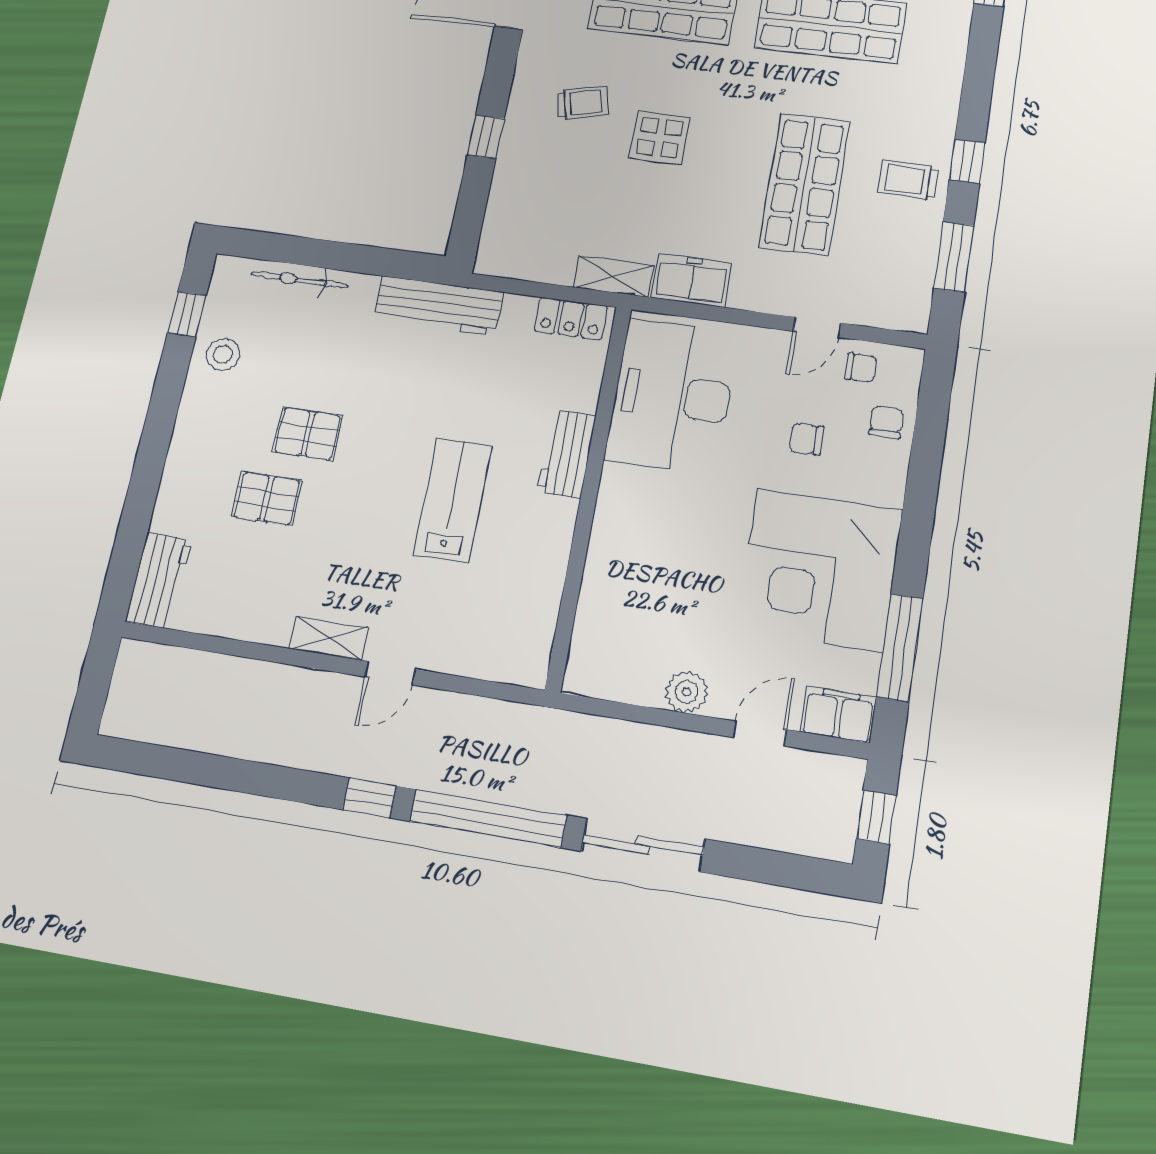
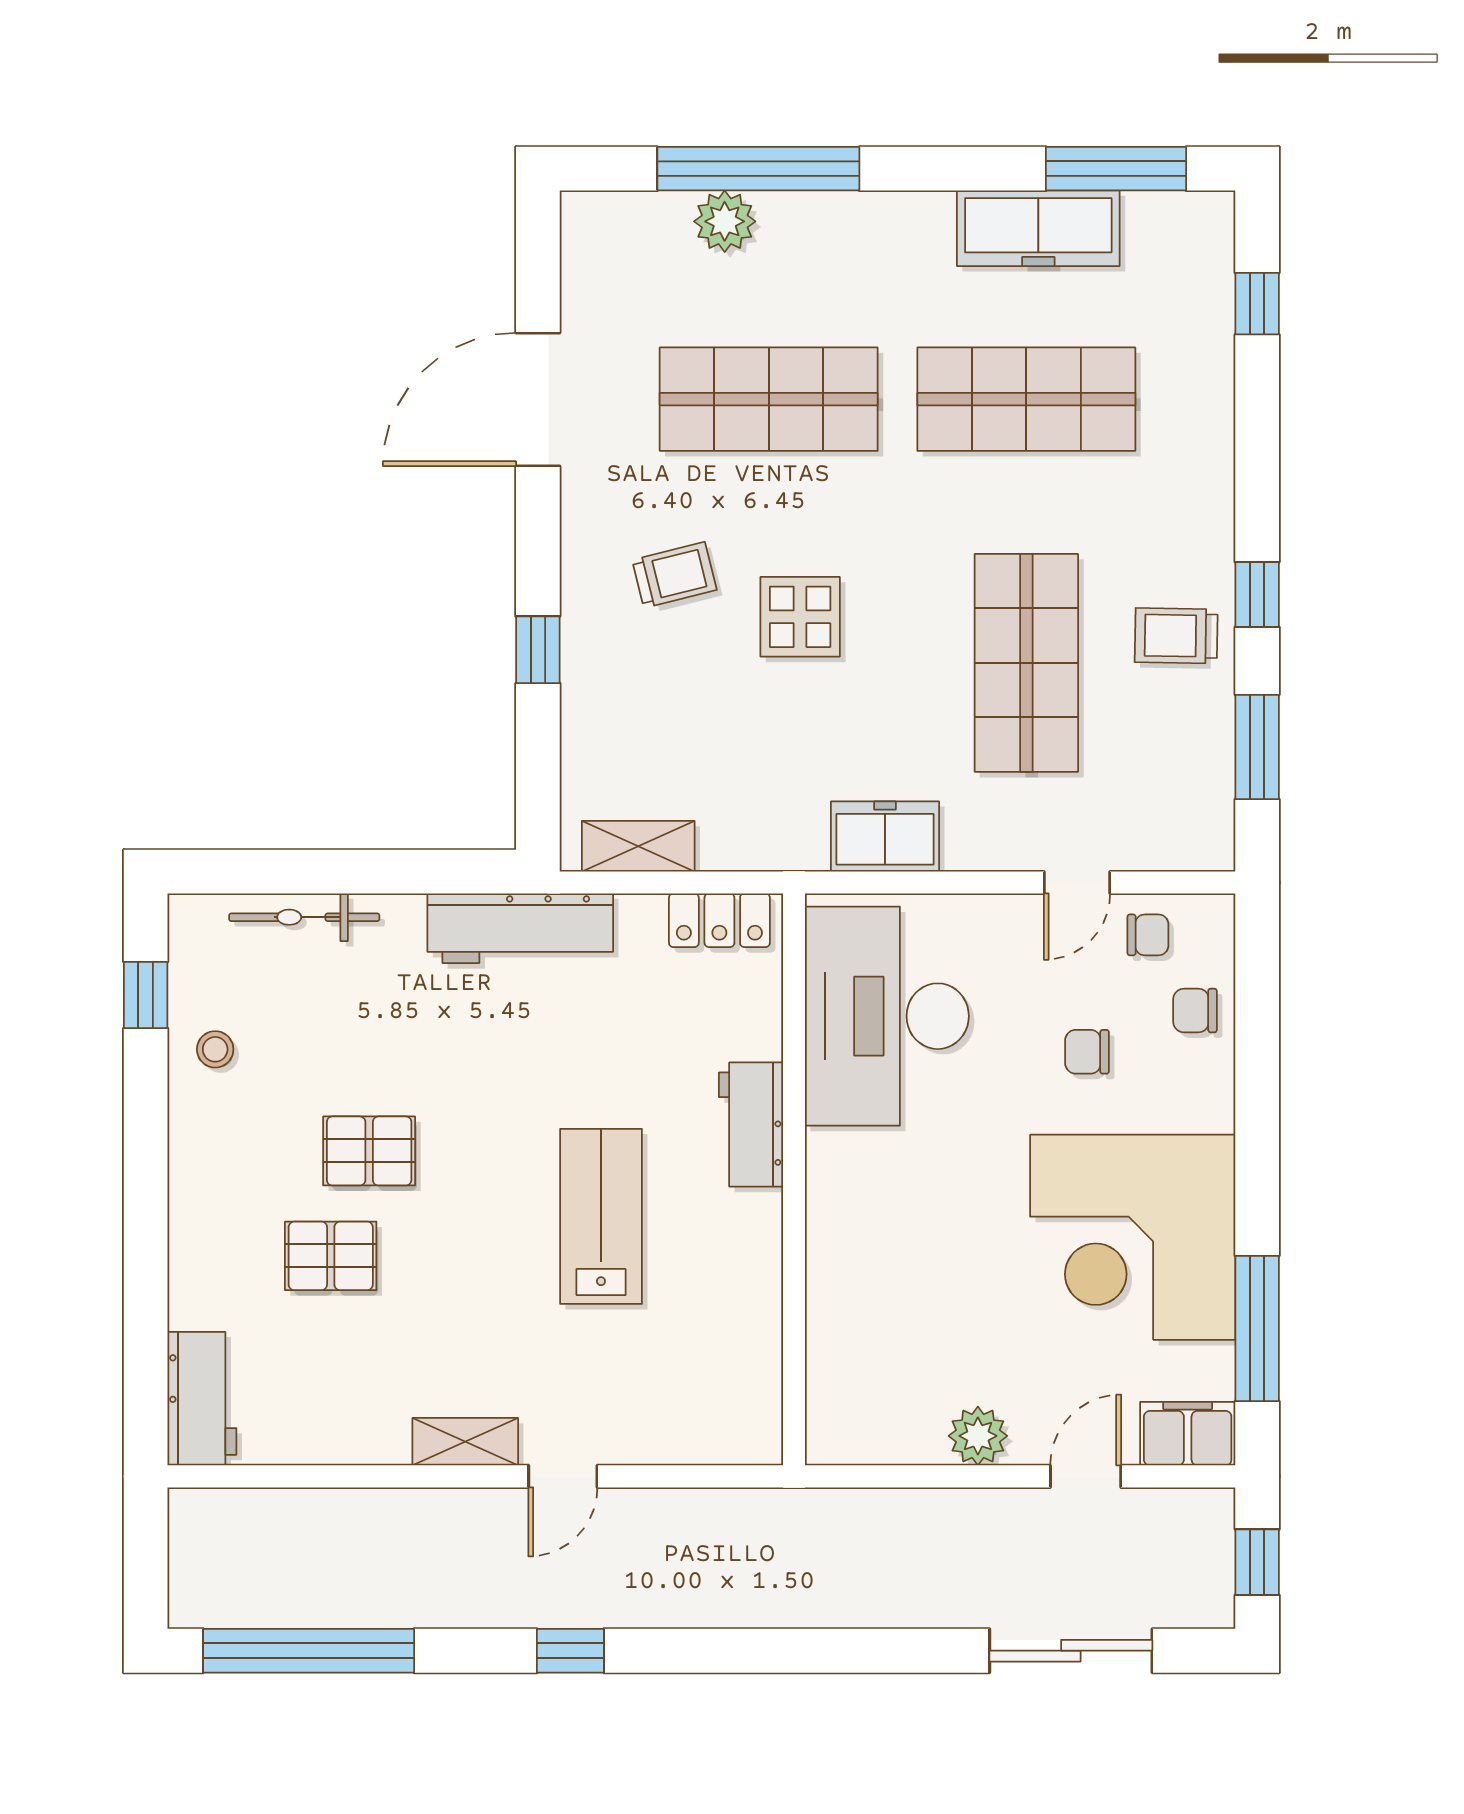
shelving: (613, 276) -> (638, 846), moved
stool: (223, 354) -> (215, 1049), width x0.73, depth x0.73
chair: (886, 422) -> (1195, 1010), turned -90
window: (488, 818) -> (309, 1651), moved
sliding door: (643, 845) -> (1071, 1651), moved

